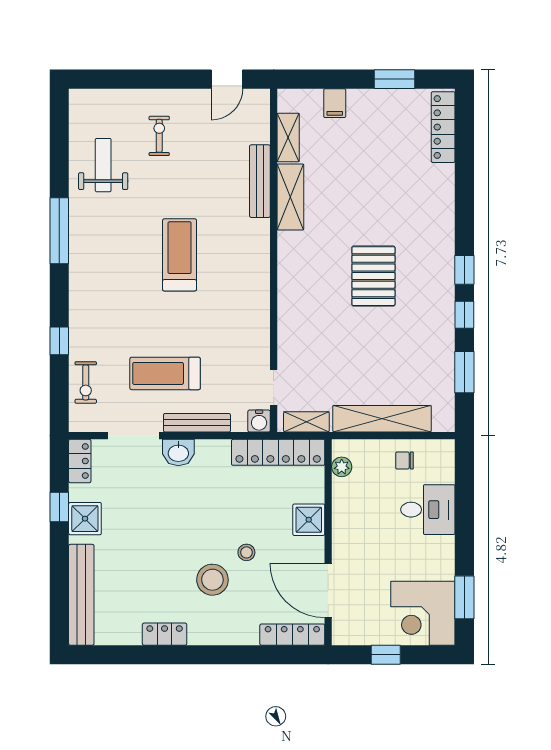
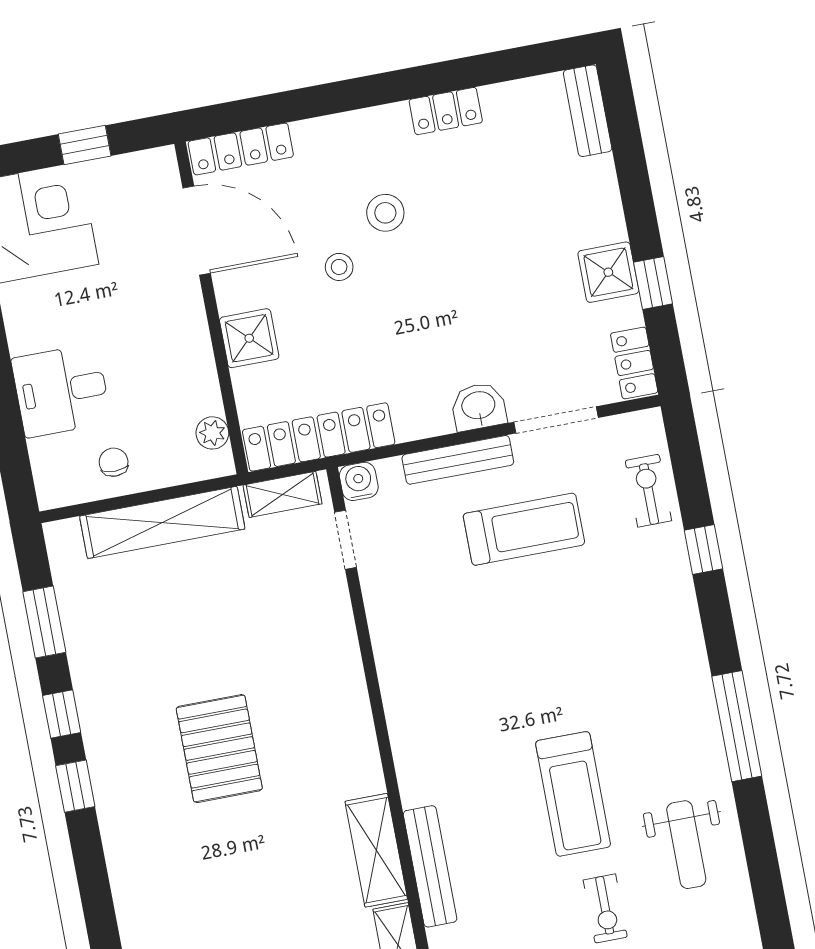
treadmill: (180, 255) -> (573, 794), moved
chair: (404, 461) -> (114, 462), turned -90
stool: (212, 580) -> (385, 213), width x0.73, depth x0.73
bench: (81, 595) -> (588, 111), width x0.54, depth x0.82

